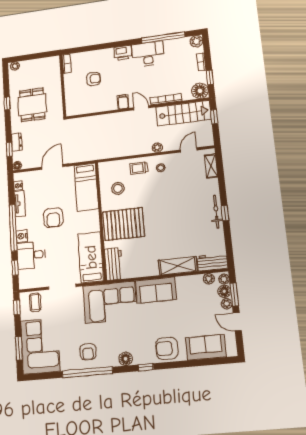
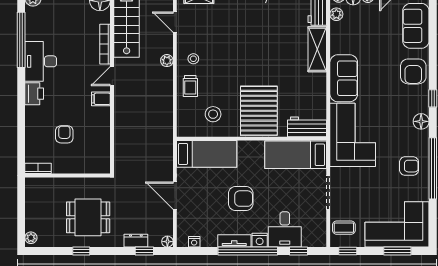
tv unit: (20, 204) -> (234, 241), moved

